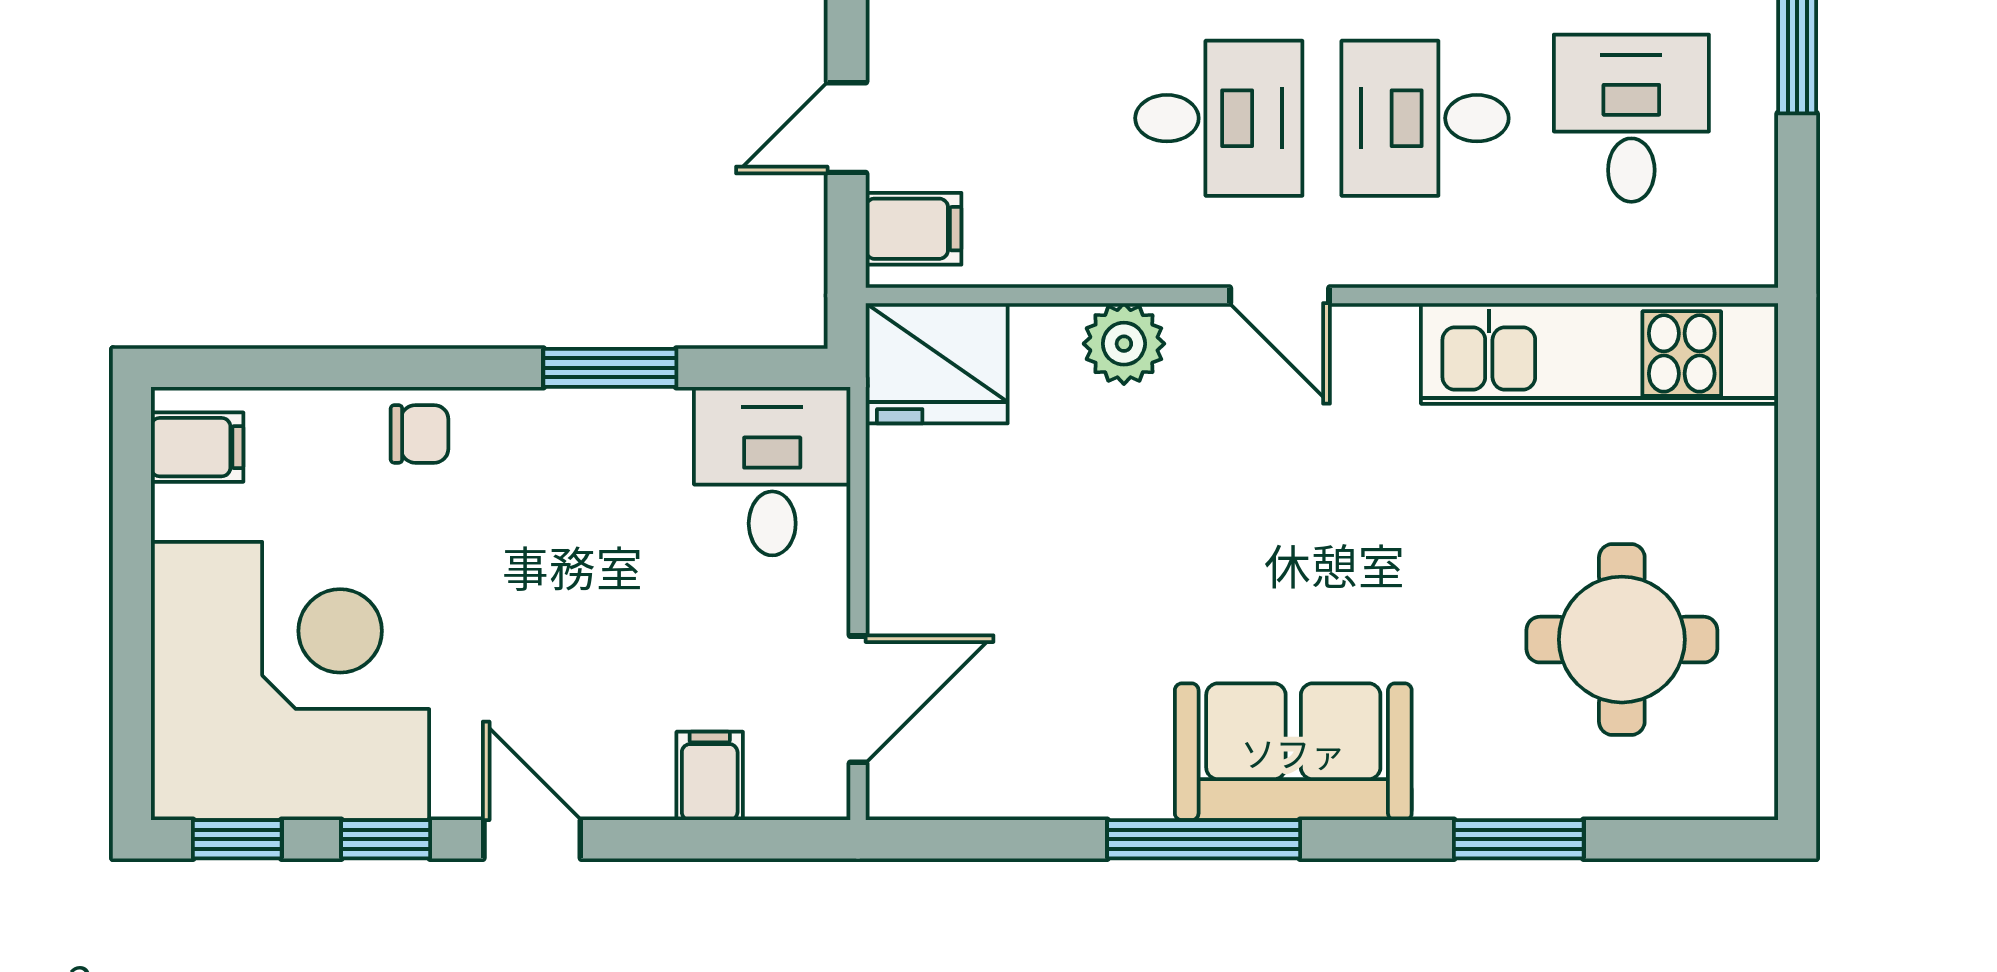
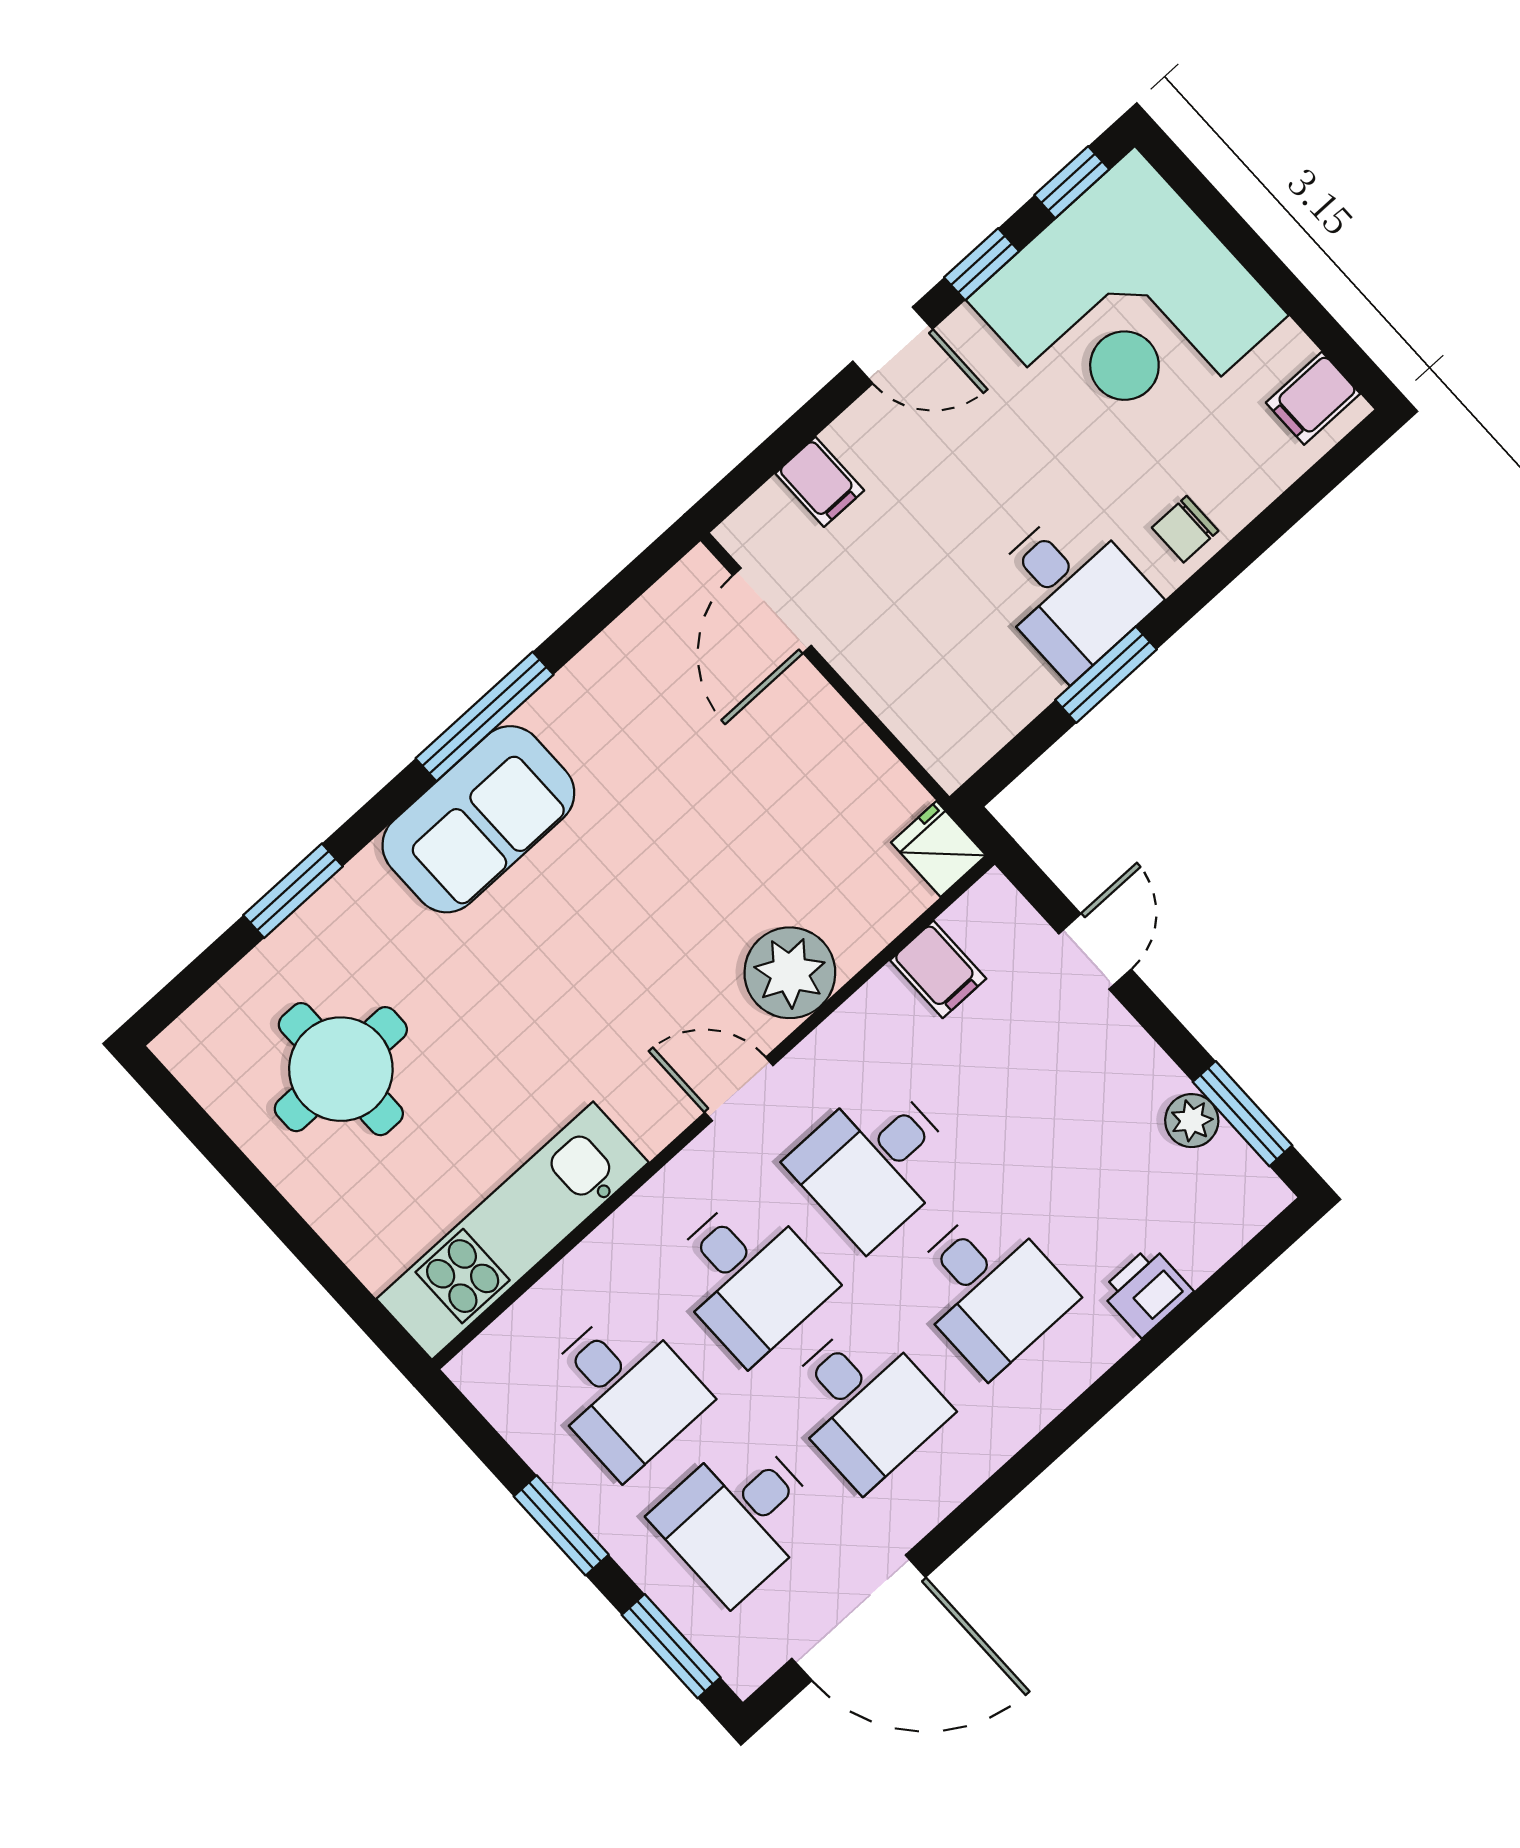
desk: (1425, 118) -> (749, 1277), turned 90
filing cabinet: (914, 229) -> (938, 969), moved, turned -90
plant: (1124, 344) -> (790, 973), width x1.36, depth x1.36
fridge: (937, 363) -> (939, 849), width x0.53, depth x0.75
desk: (772, 471) -> (1071, 592), moved

